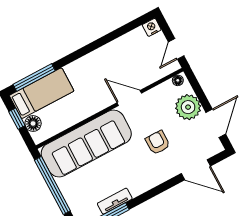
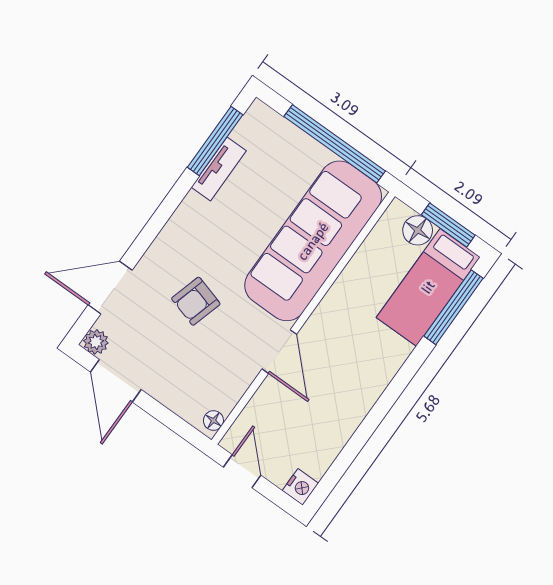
door: (129, 98) -> (279, 352), hinge flipped
plant: (188, 107) -> (96, 342), moved, width x0.53, depth x0.53
window: (17, 119) -> (448, 225), width x1.50
armchair: (158, 142) -> (196, 301), turned 106

